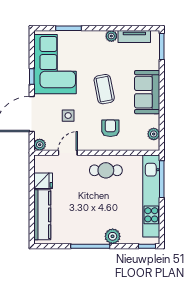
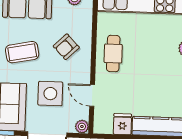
side table: (68, 116) -> (50, 94), width x1.87, depth x1.87
armchair: (110, 128) -> (66, 47), turned -44

